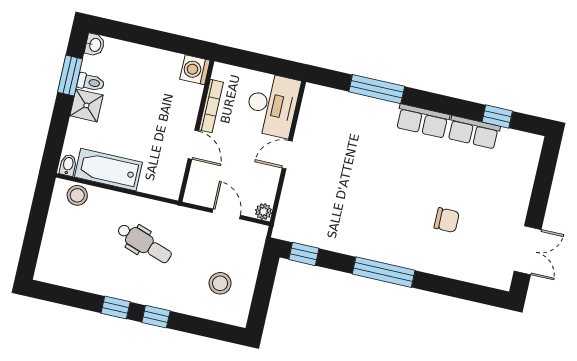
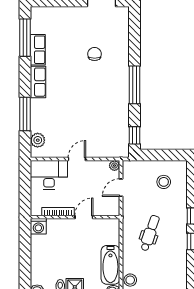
plant: (331, 100) -> (38, 140), added
window: (497, 116) -> (25, 38), width x2.17
door: (287, 155) -> (77, 159), swing flipped

